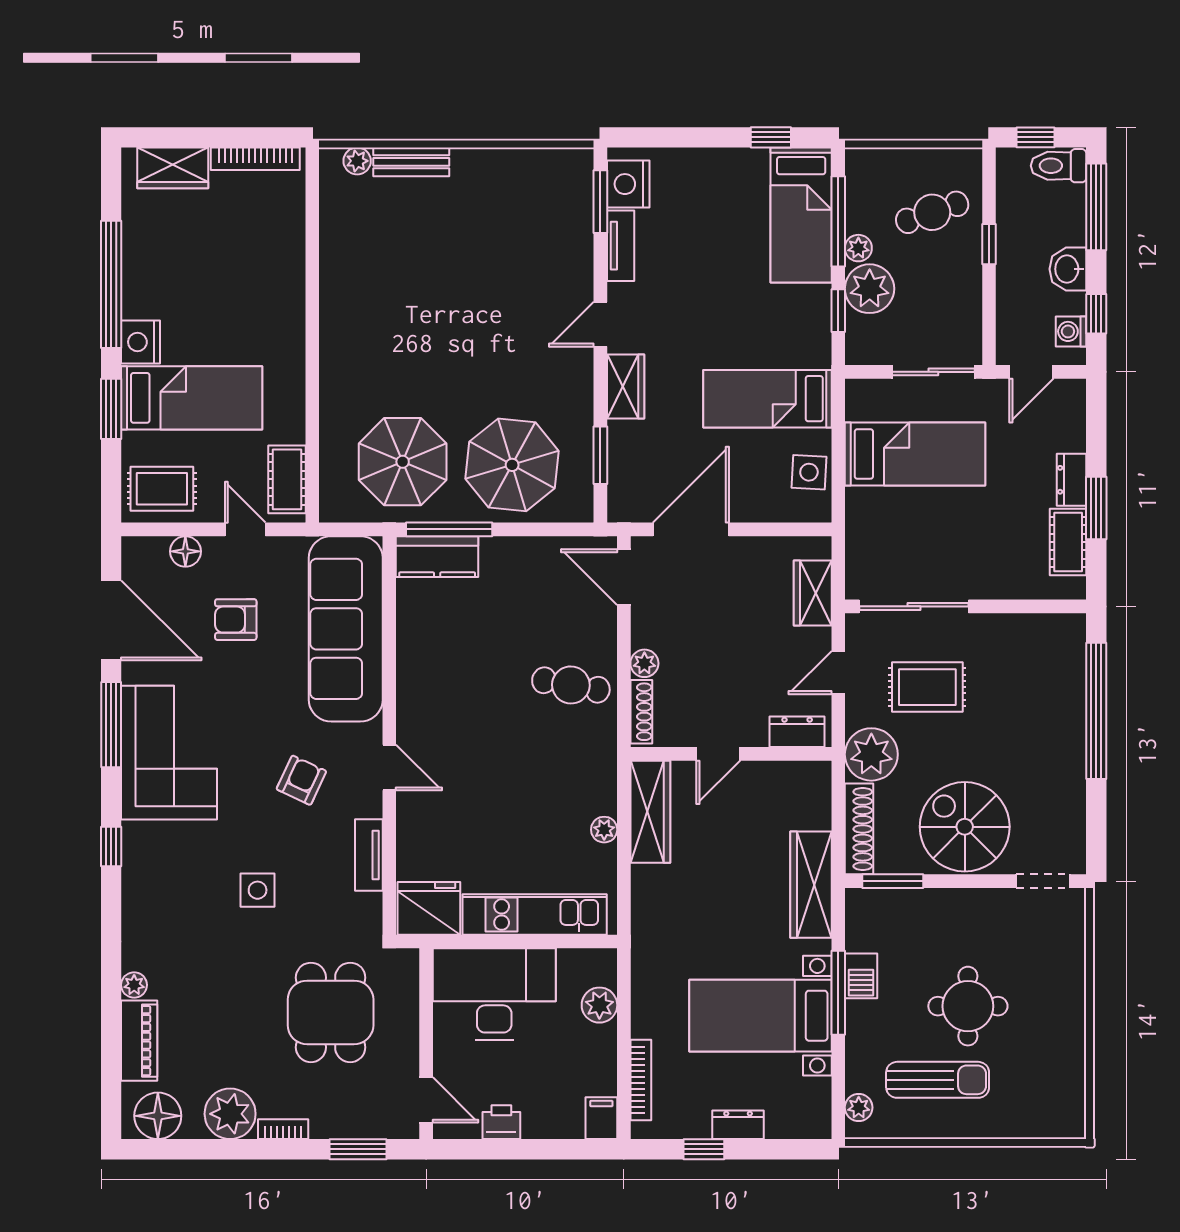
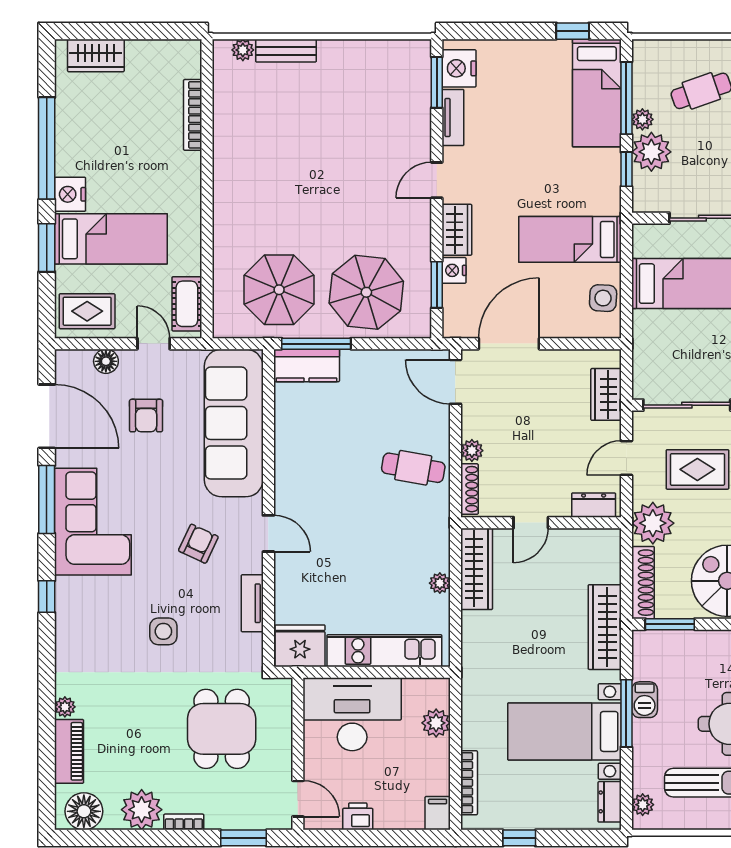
bookcase: (255, 159) -> (193, 115), moved, turned 90
nightstand: (622, 437) -> (454, 270), added
armchair: (236, 620) -> (146, 416), turned -90
dresser: (738, 1125) -> (610, 802), moved, turned -90

